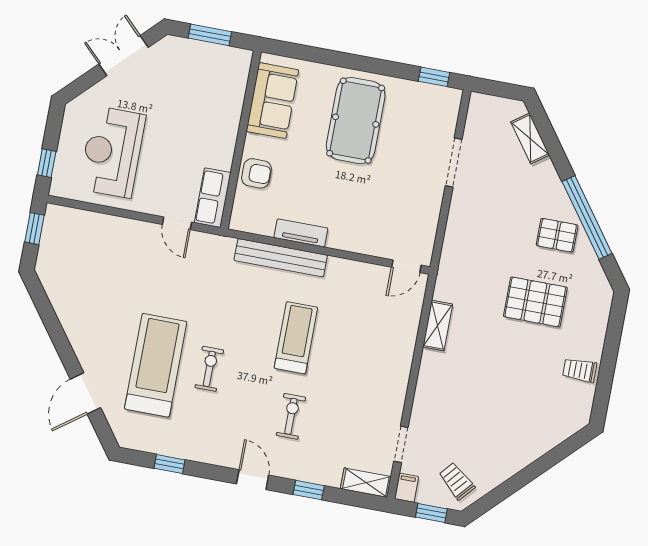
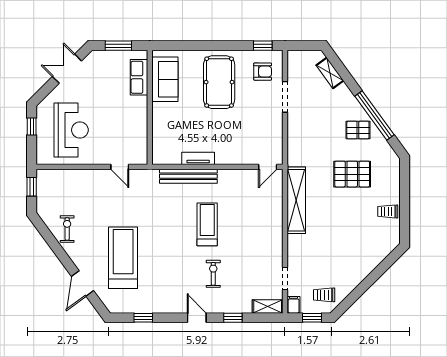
reception desk: (112, 152) -> (71, 130), turned 180
window: (47, 163) -> (32, 126), moved
armchair: (256, 173) -> (263, 72), moved
row of seats: (213, 198) -> (139, 77), moved
shelving: (438, 326) -> (296, 200), width x2.20, depth x1.33
exercise bike: (209, 369) -> (67, 229), moved
trolley: (457, 481) -> (324, 295), turned -41

